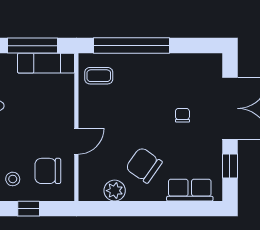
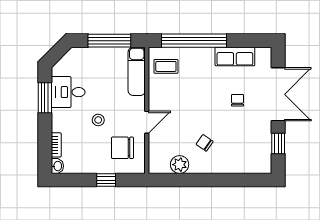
exam couch: (46, 63) -> (137, 71), moved, turned 90
chair: (144, 165) -> (205, 143), width x0.54, depth x0.54
stool: (13, 179) -> (98, 120), moved
row of seats: (190, 190) -> (235, 57), moved, turned 180

